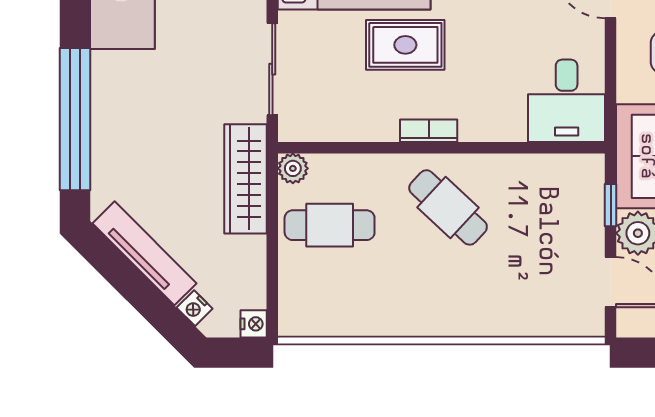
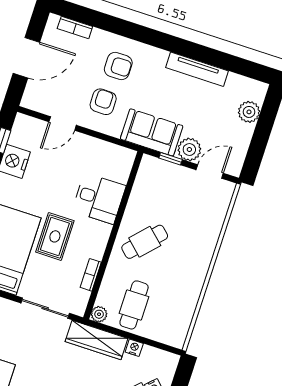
desk: (567, 101) -> (99, 198), moved
bookcase: (429, 131) -> (91, 275), moved
nightstand: (254, 324) -> (134, 348), moved

